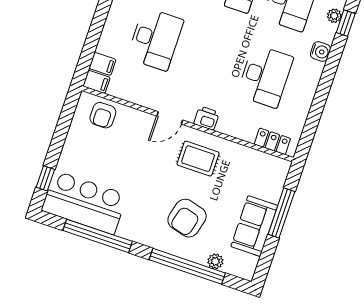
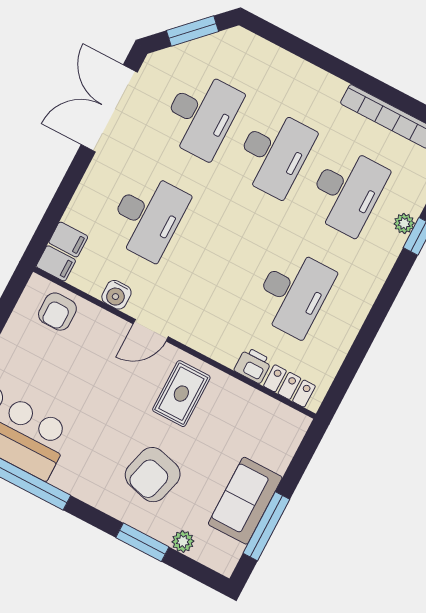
water cooler: (320, 52) -> (116, 295), moved, turned 90
printer: (207, 118) -> (253, 365), moved
rug: (198, 159) -> (181, 394), turned 90
window: (281, 213) -> (266, 526), moved
window: (187, 266) -> (142, 542), width x0.47

